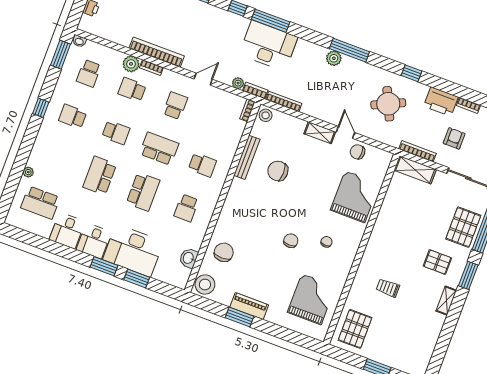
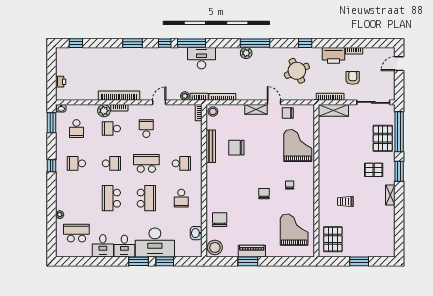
desk: (268, 46) -> (201, 58), width x0.73, depth x0.77
school desk: (40, 203) -> (76, 233), turned 180

